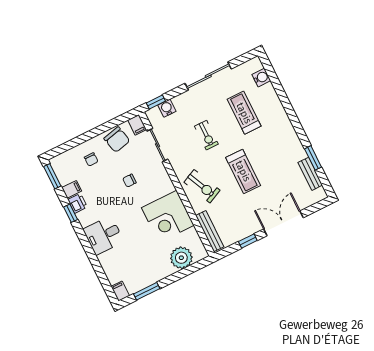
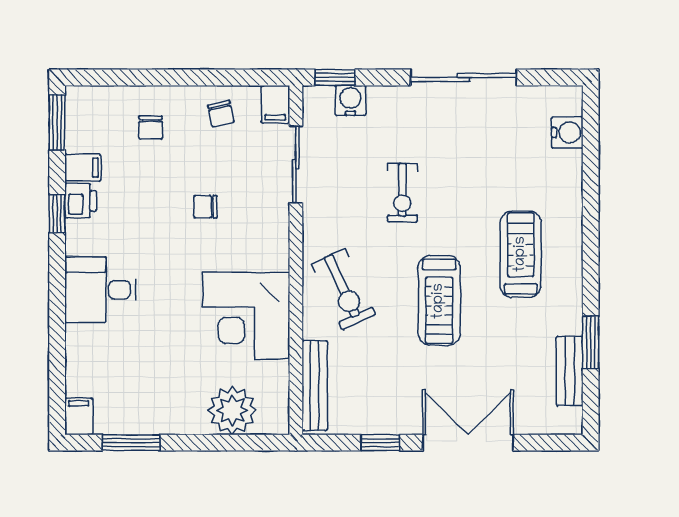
treadmill: (244, 113) -> (521, 254), moved
chair: (117, 140) -> (221, 114), width x0.54, depth x0.54

